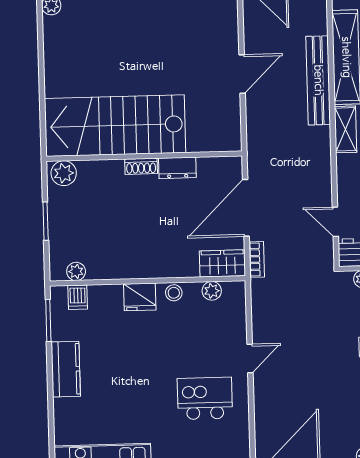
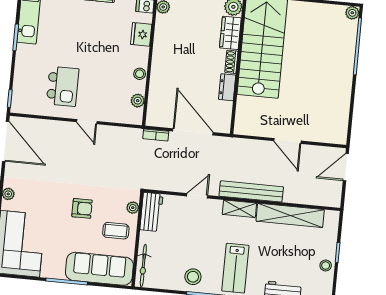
bench: (318, 80) -> (251, 191), moved
door: (335, 222) -> (197, 196), moved
wardrobe: (222, 263) -> (230, 33), moved, turned 180
fridge: (140, 297) -> (141, 34), moved

